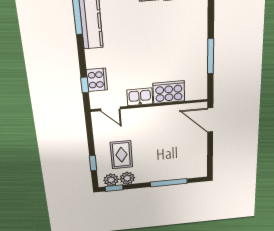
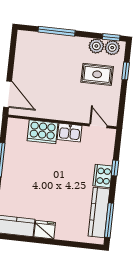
cooker: (97, 80) -> (103, 176), moved
window: (85, 85) -> (115, 168), moved
rug: (121, 155) -> (97, 74), turned 90

